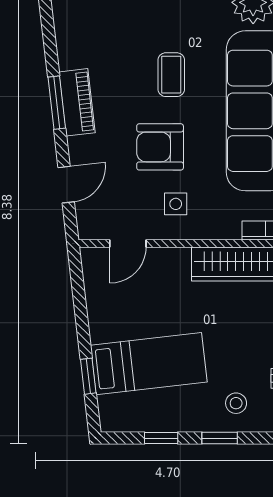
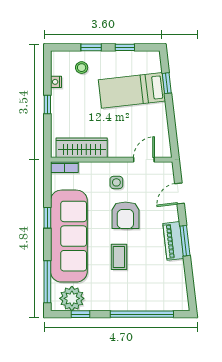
armchair: (160, 147) -> (125, 215), turned 90

